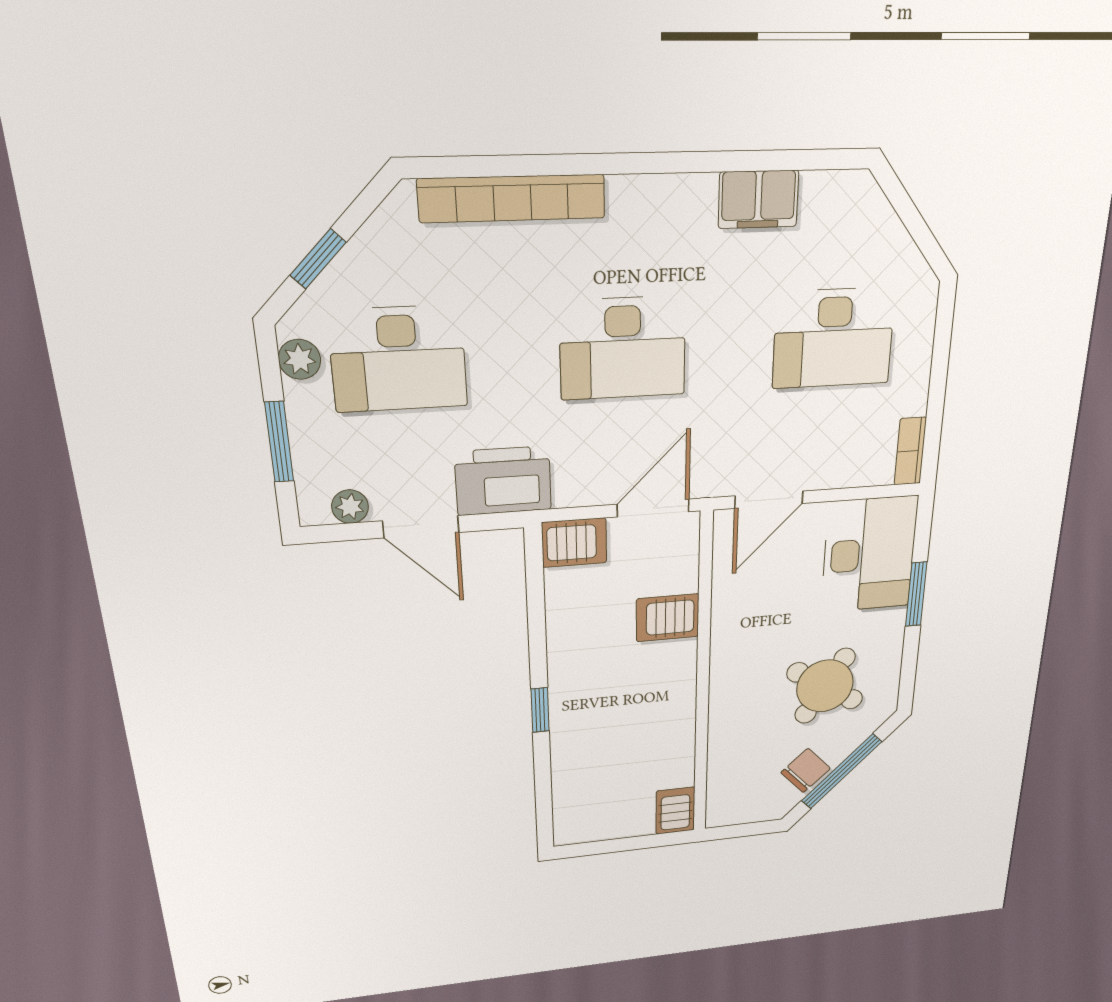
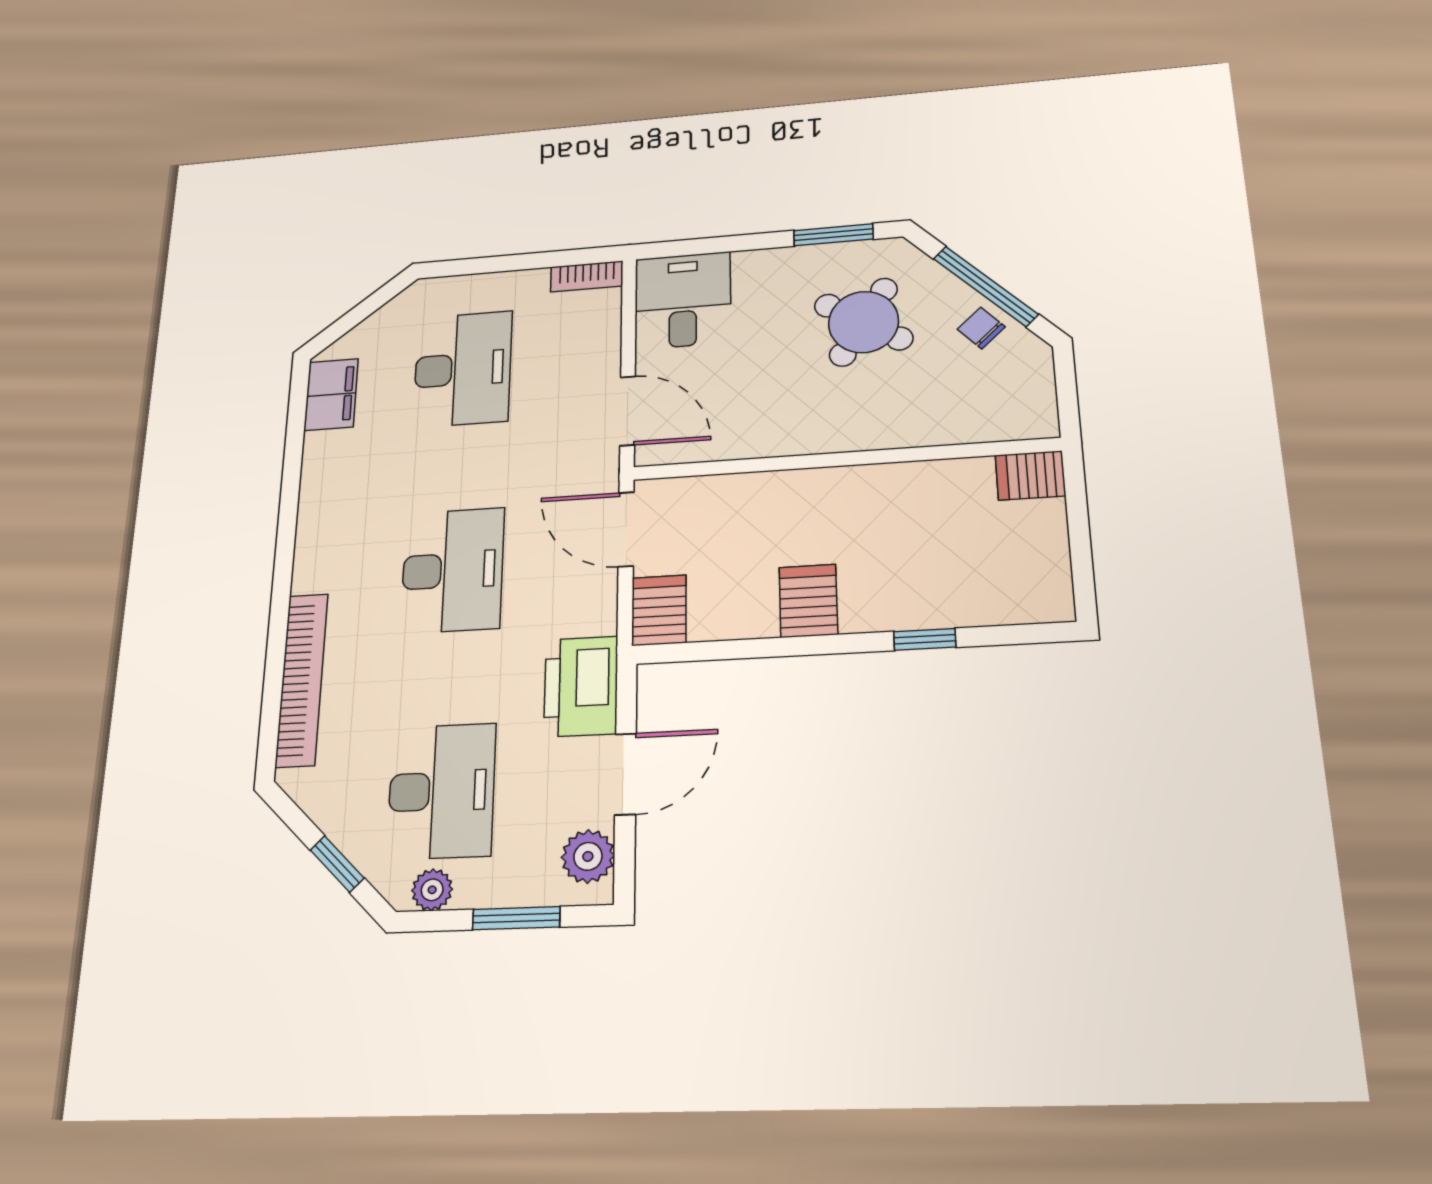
filing cabinet: (758, 199) -> (331, 394), moved
plant: (350, 507) -> (588, 856), width x1.38, depth x1.38
desk: (869, 554) -> (683, 300), width x0.73
window: (916, 594) -> (833, 235), moved
server rack: (668, 618) -> (808, 601), moved, turned 180
window: (540, 710) -> (925, 639), moved
chair: (806, 770) -> (981, 328), width x0.73, depth x0.73

